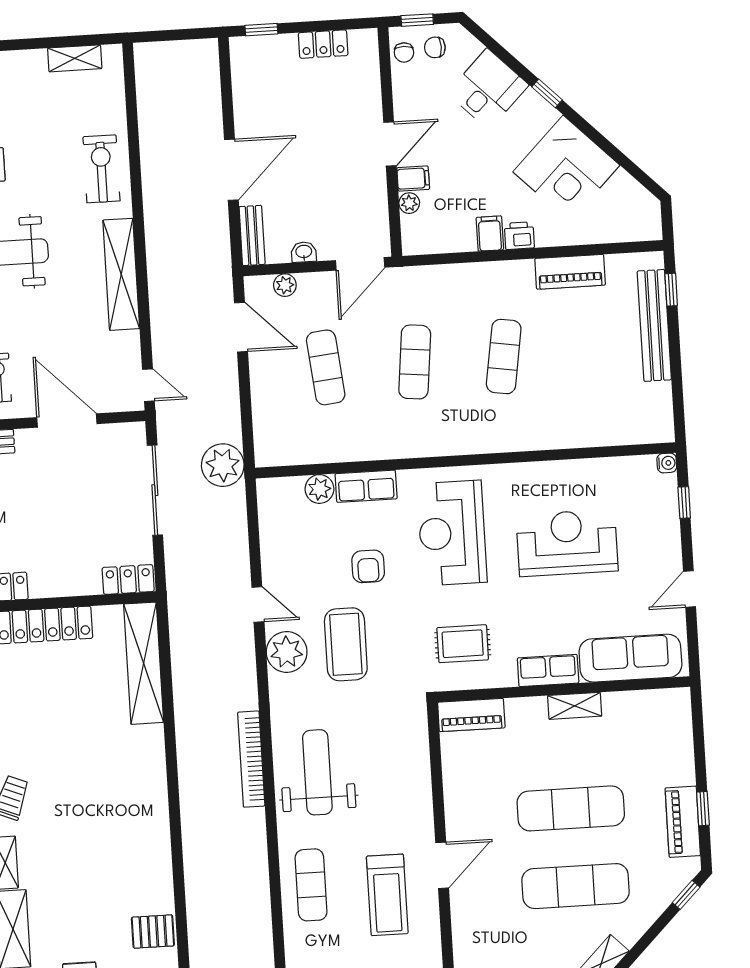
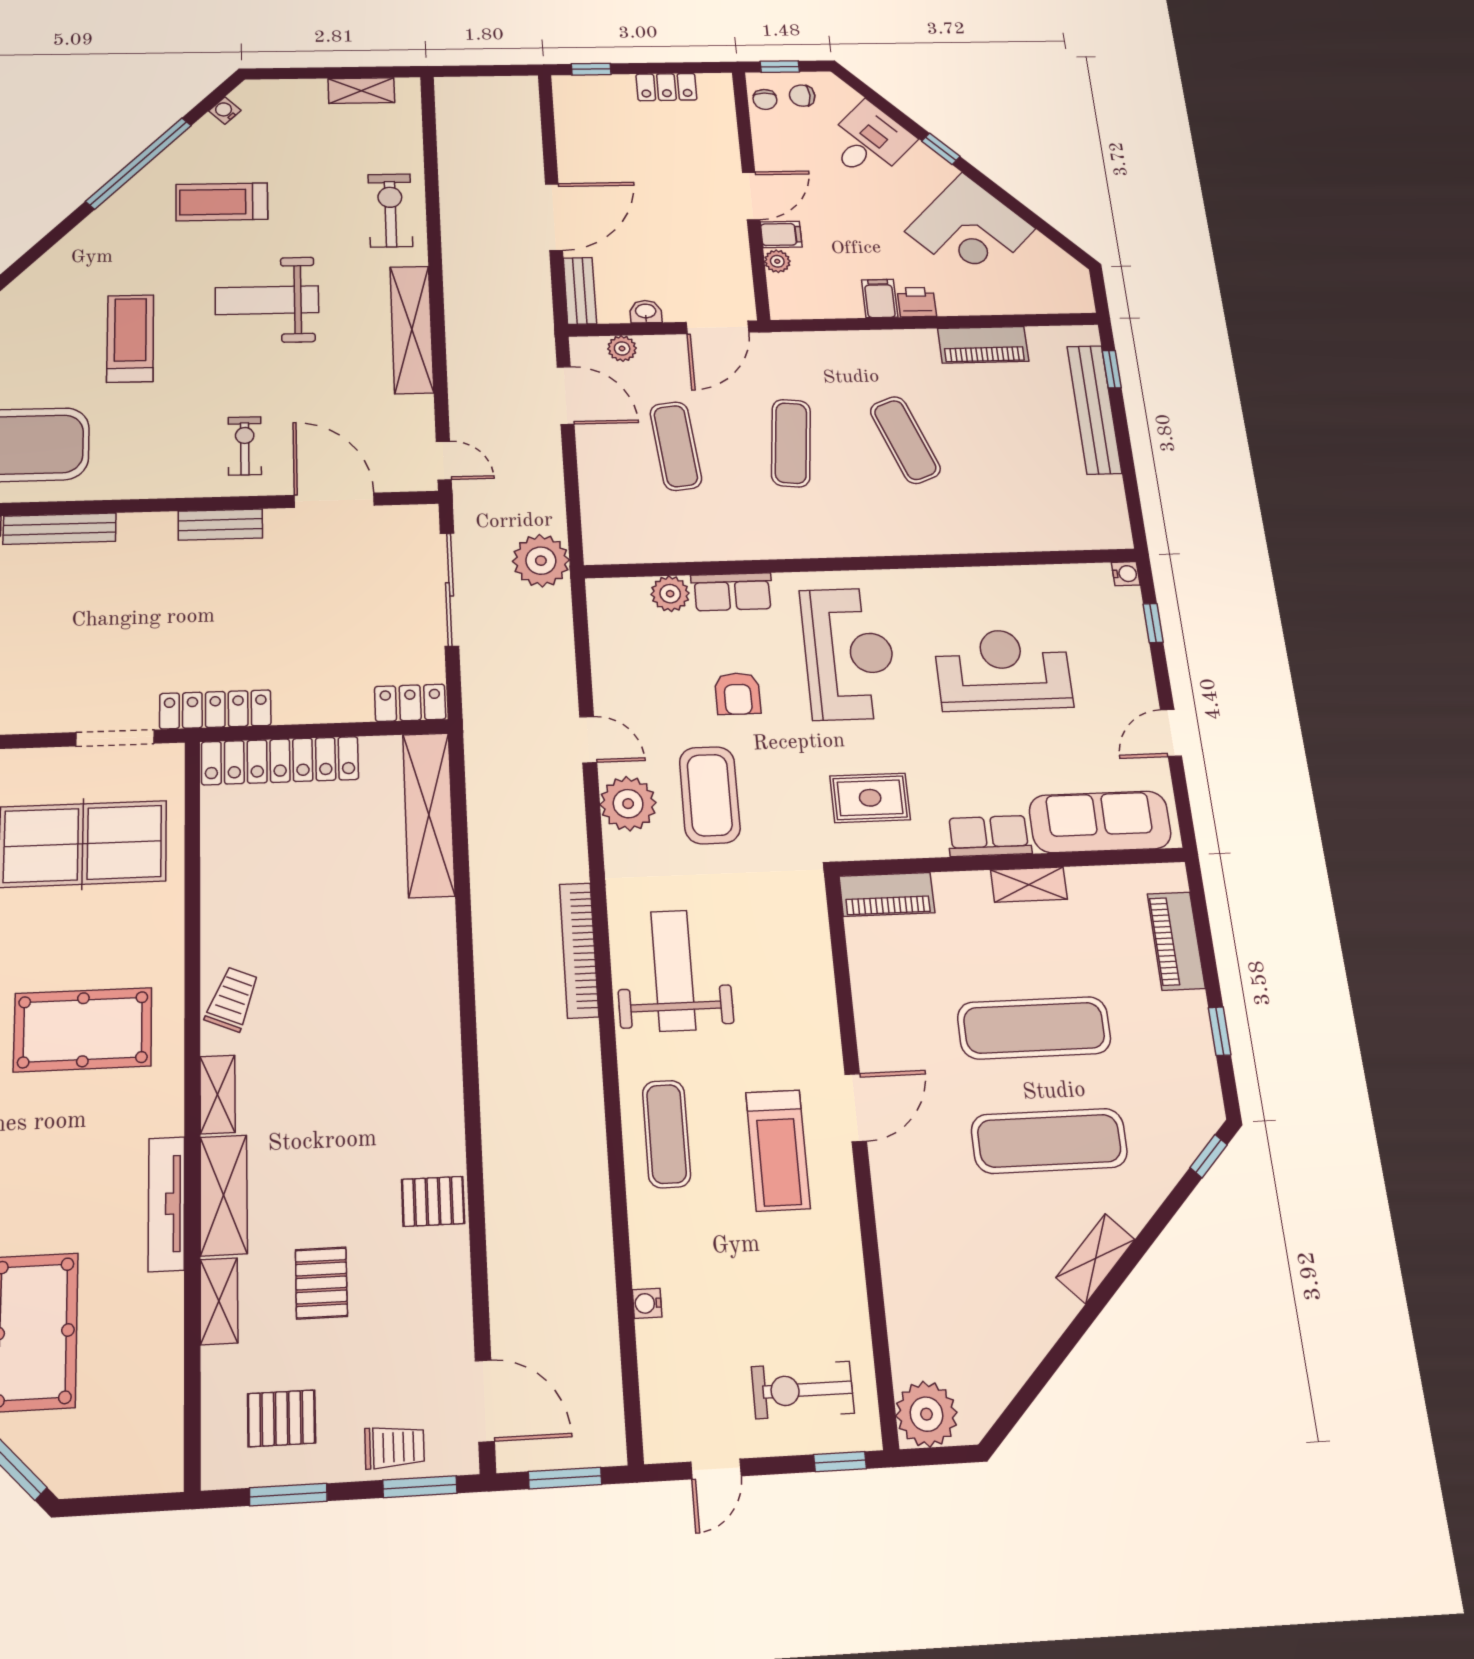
exercise mat: (504, 357) -> (905, 440), turned -30
reception desk: (452, 533) -> (849, 654), turned 180
piano: (683, 822) -> (1176, 941), moved

